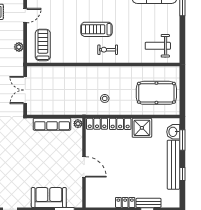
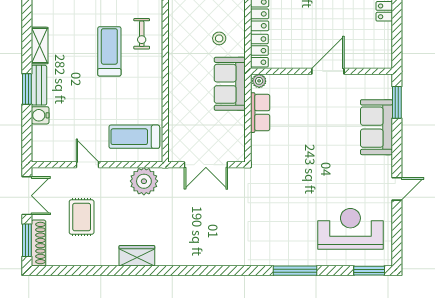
treadmill: (97, 29) -> (109, 51), turned 180
plant: (19, 47) -> (144, 181), width x1.88, depth x1.88
sofa: (76, 105) -> (230, 84), added
row of seats: (52, 124) -> (260, 113), width x0.68

